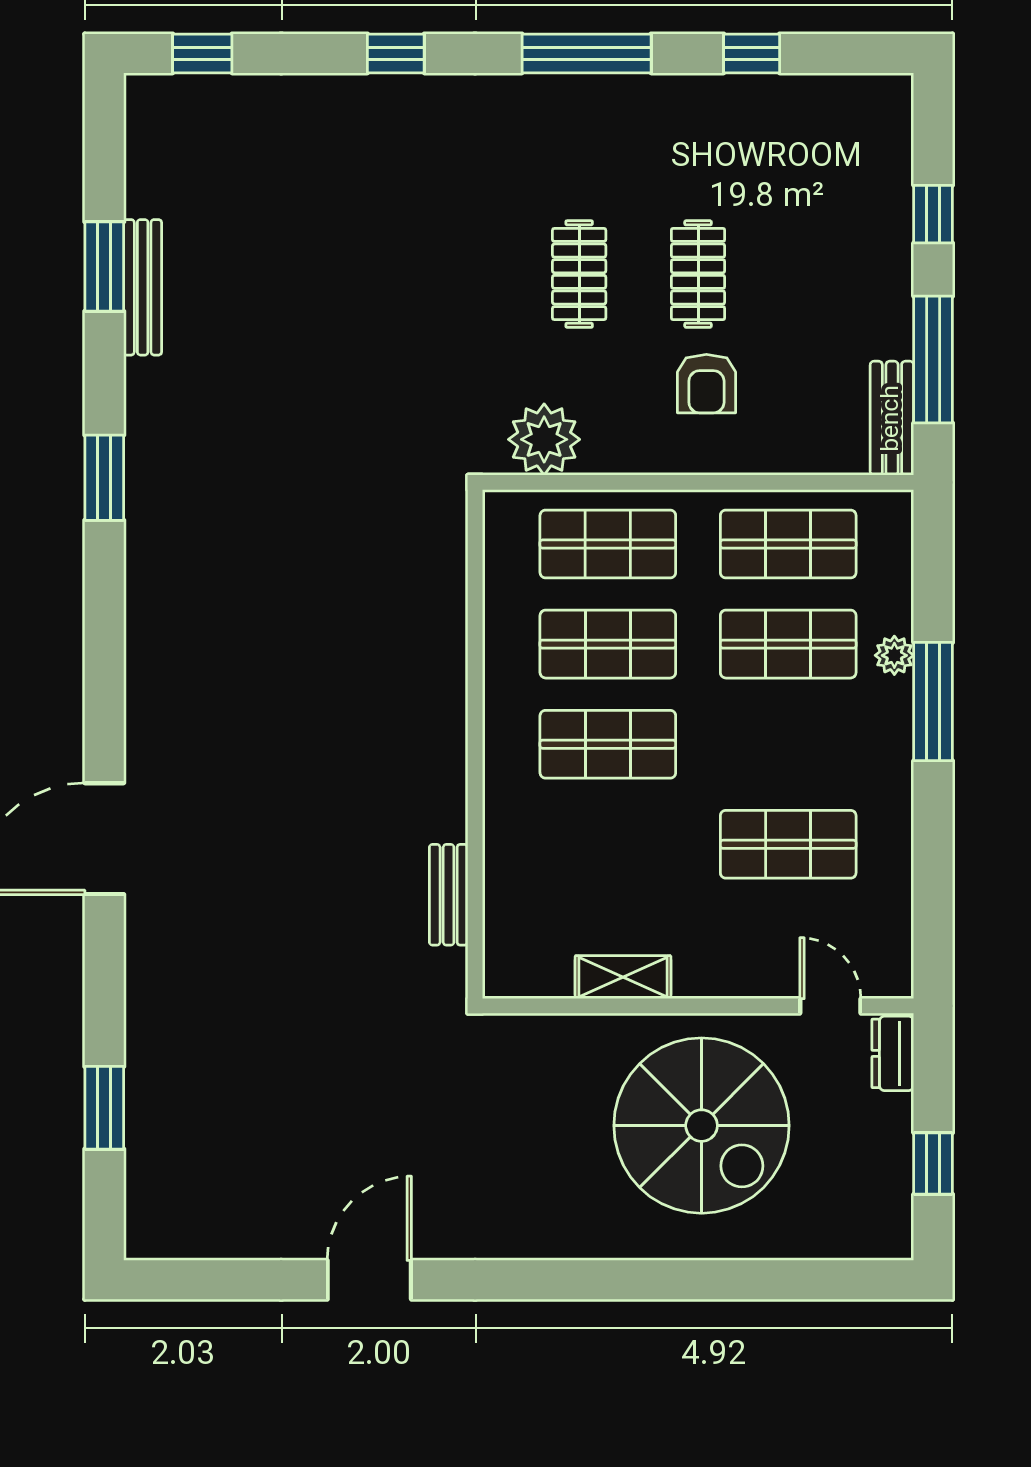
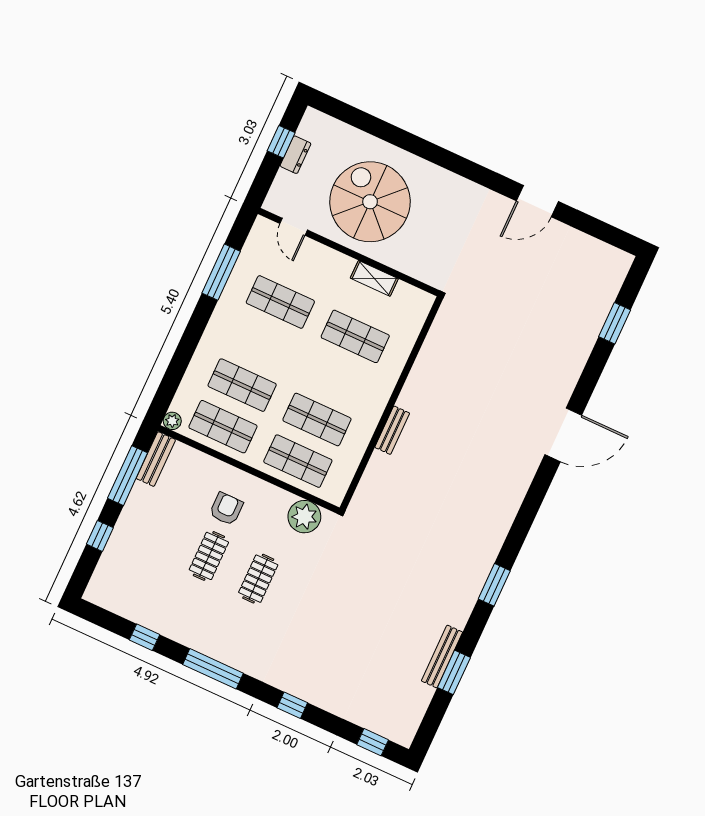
plant: (894, 655) -> (172, 421), moved
window: (933, 702) -> (221, 272), moved
shop shelf: (608, 744) -> (355, 336), moved
bench: (449, 895) -> (392, 430), moved
dresser: (893, 1053) -> (295, 155), moved

